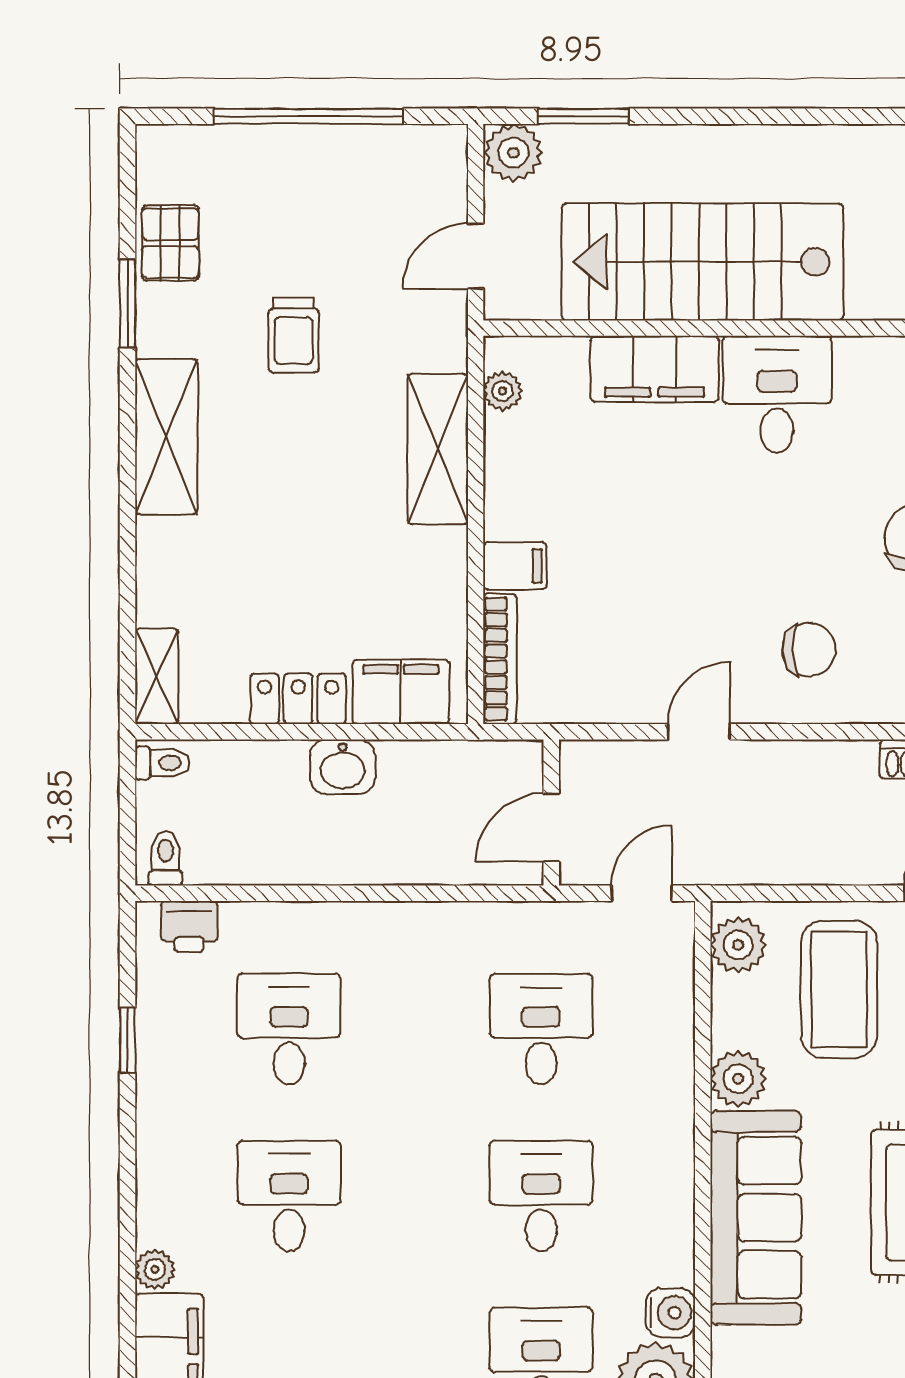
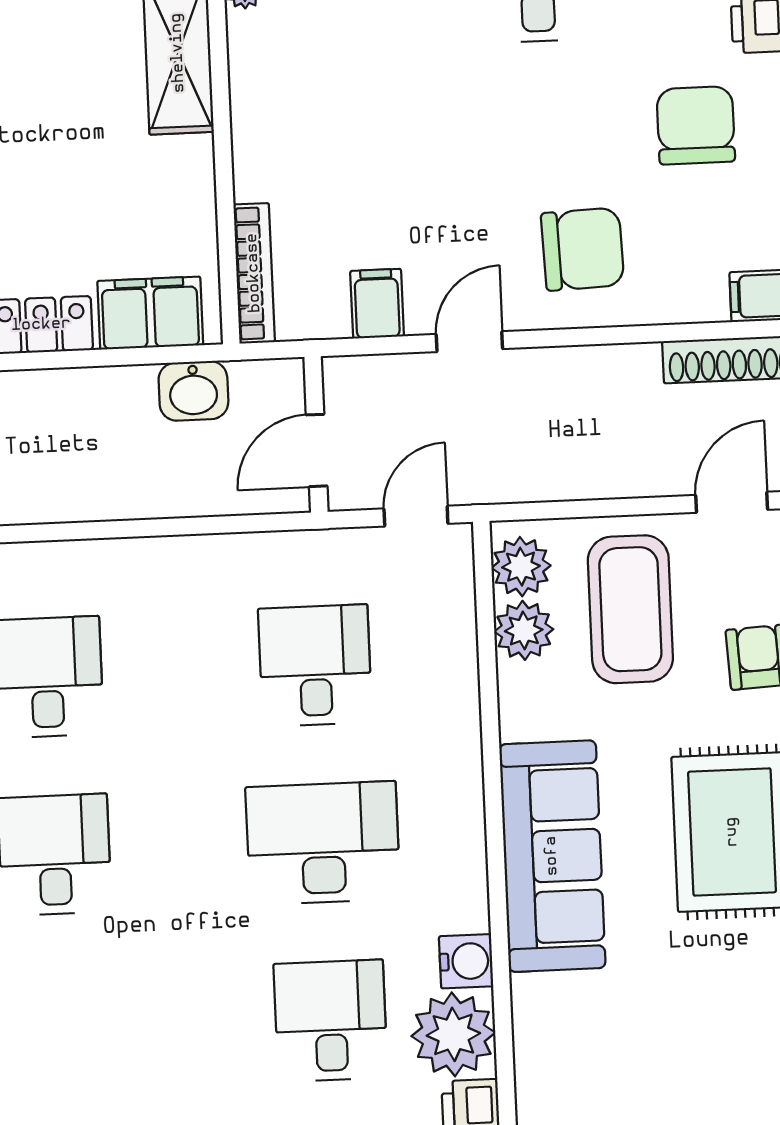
filing cabinet: (515, 566) -> (377, 304), moved, turned -90
chair: (809, 650) -> (583, 249), width x1.37, depth x1.37
washbasin: (343, 767) -> (193, 391), moved
plant: (738, 1079) -> (524, 630), moved
desk: (541, 1196) -> (323, 843), width x1.37

